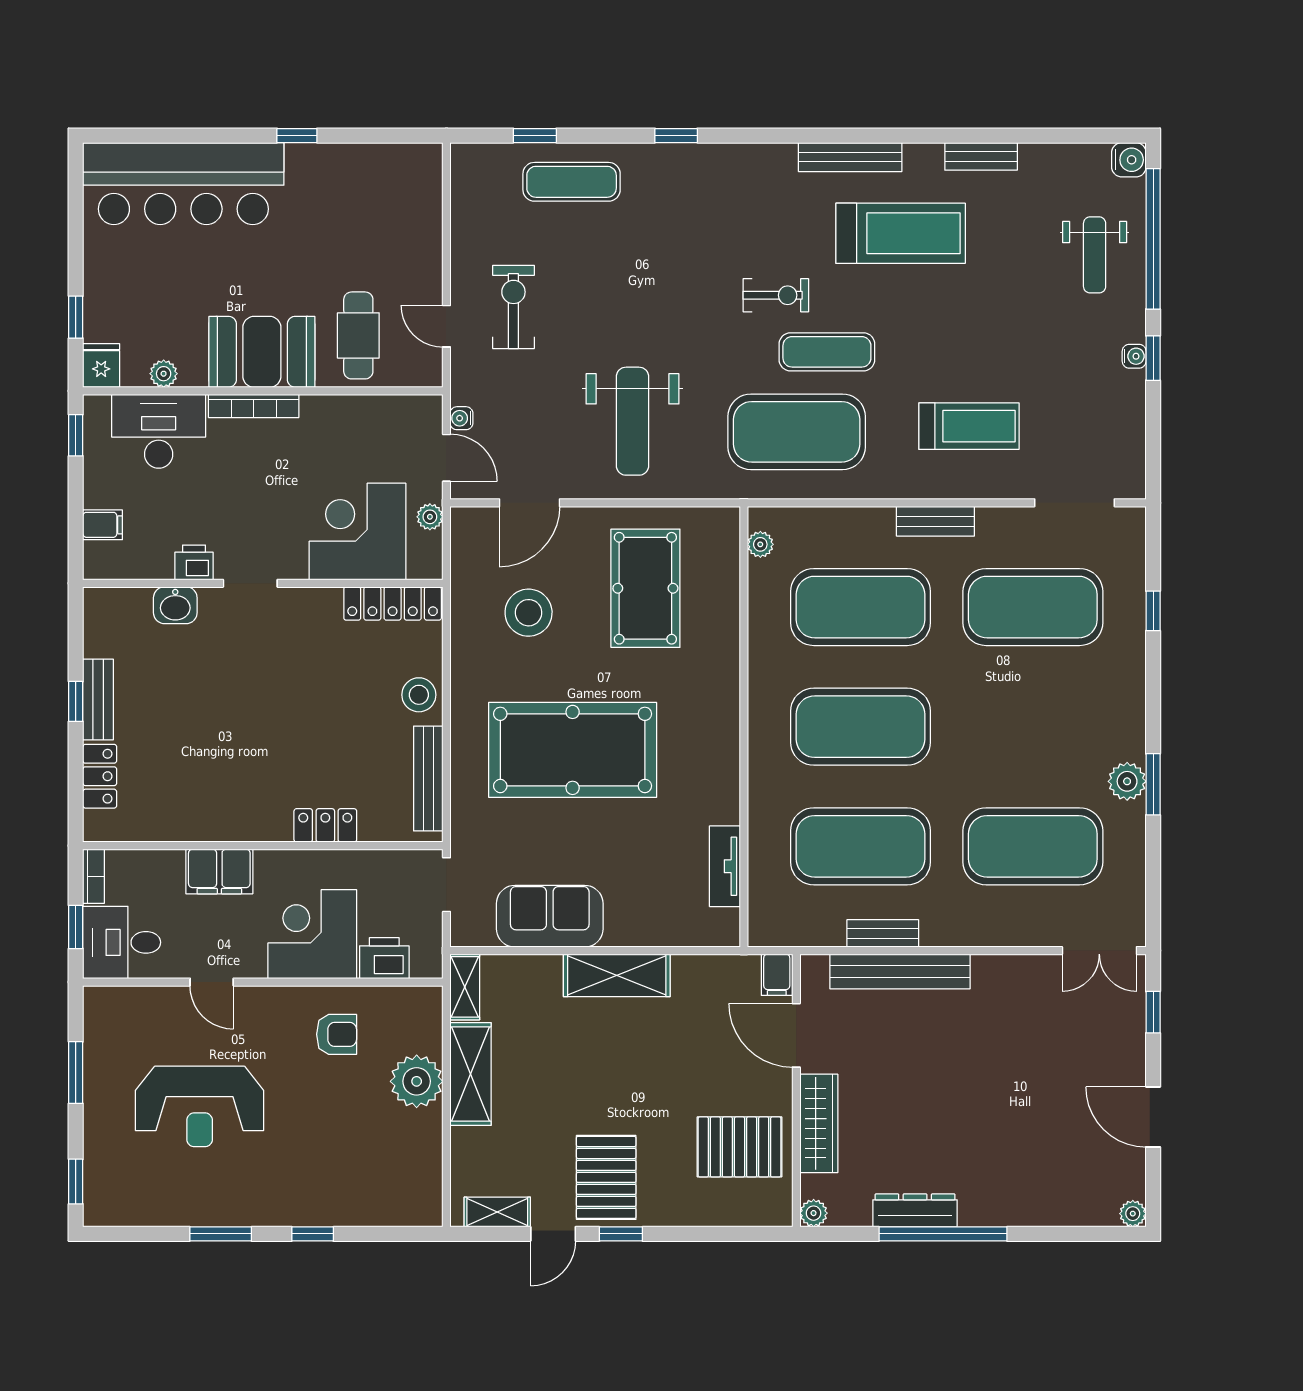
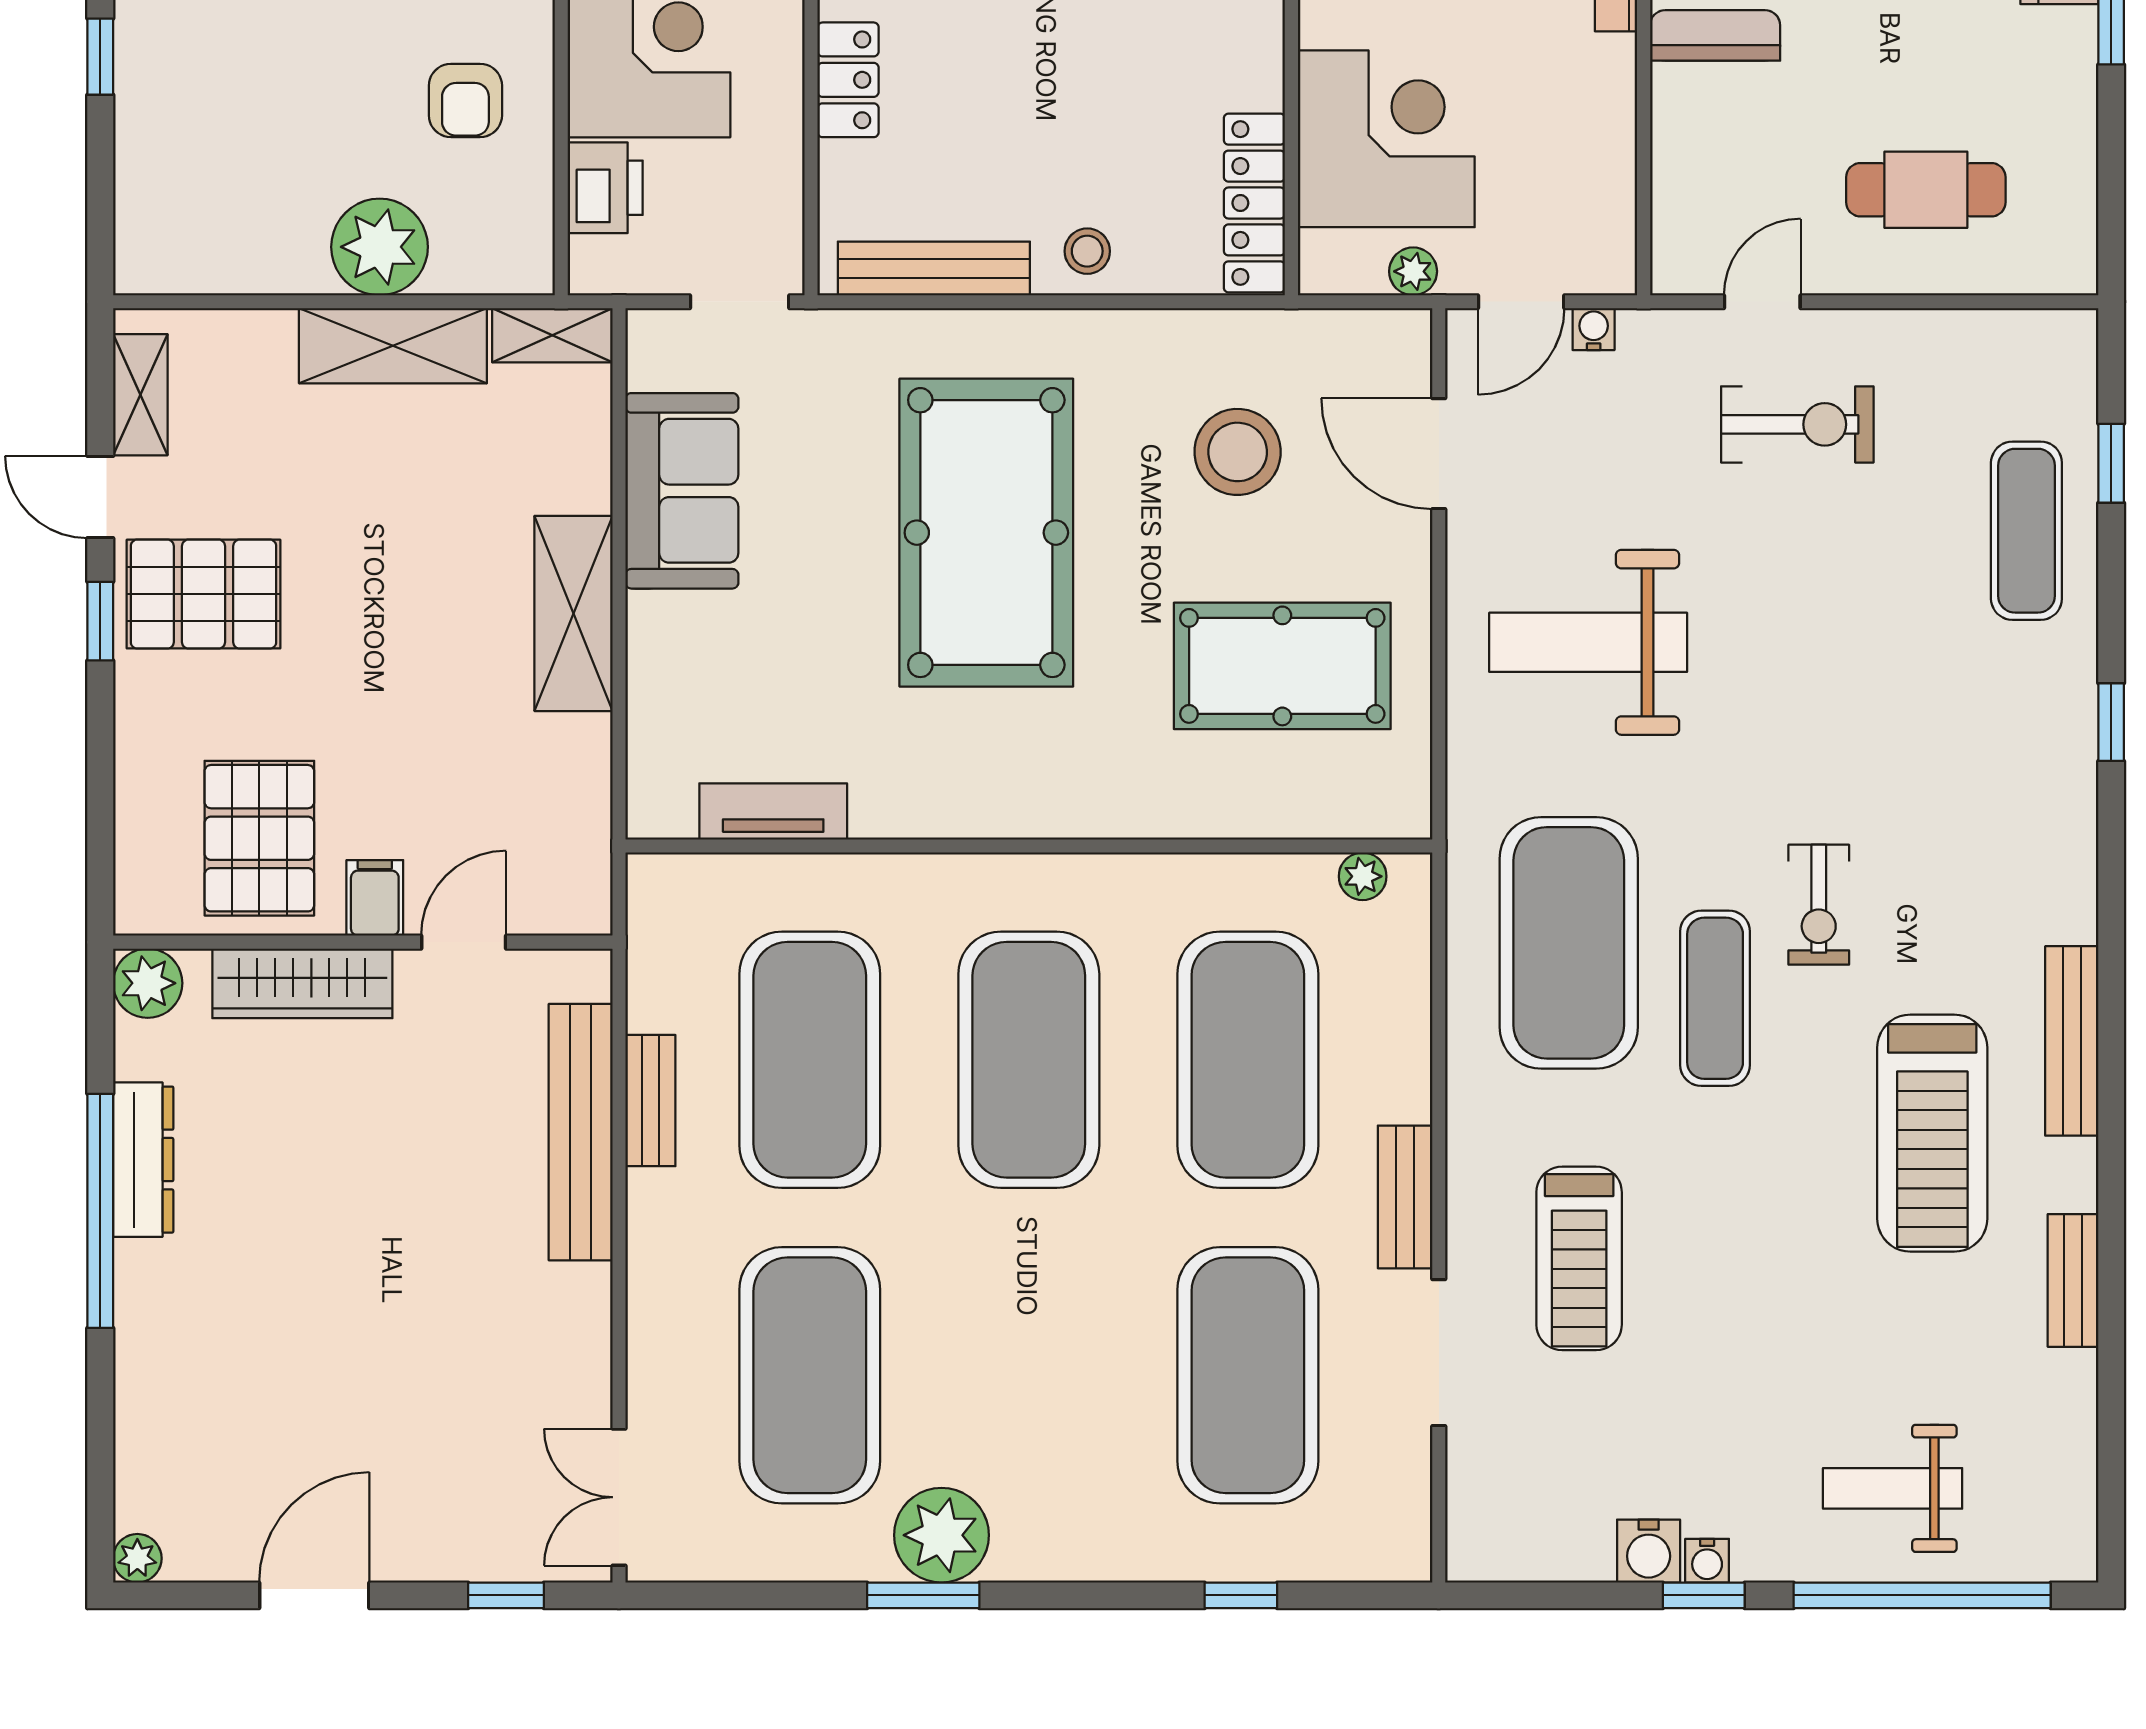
water cooler: (1129, 160) -> (1649, 1551), moved
cafe table: (358, 335) -> (1926, 190), moved
doorway: (1075, 503) -> (1439, 1353), moved
stool: (419, 695) -> (1087, 251), width x0.73, depth x0.73
plant: (1127, 781) -> (941, 1535), width x1.36, depth x1.36
filing cabinet: (777, 975) -> (375, 898), moved, turned 90
door: (796, 1035) -> (464, 942), width x0.73
plant: (814, 1213) -> (148, 983), width x1.38, depth x1.38

